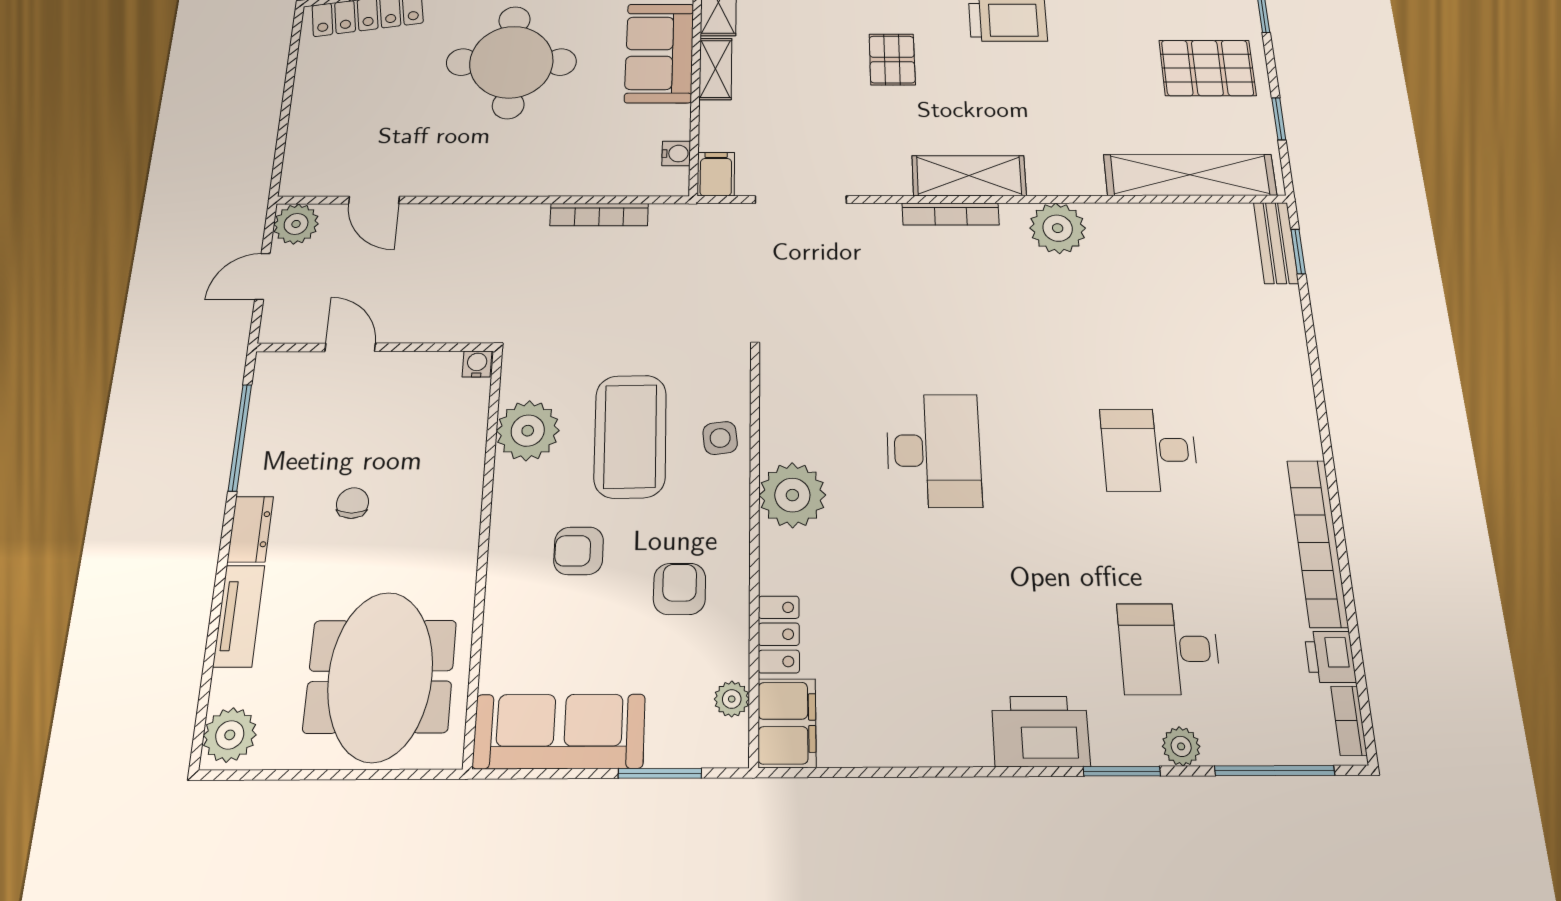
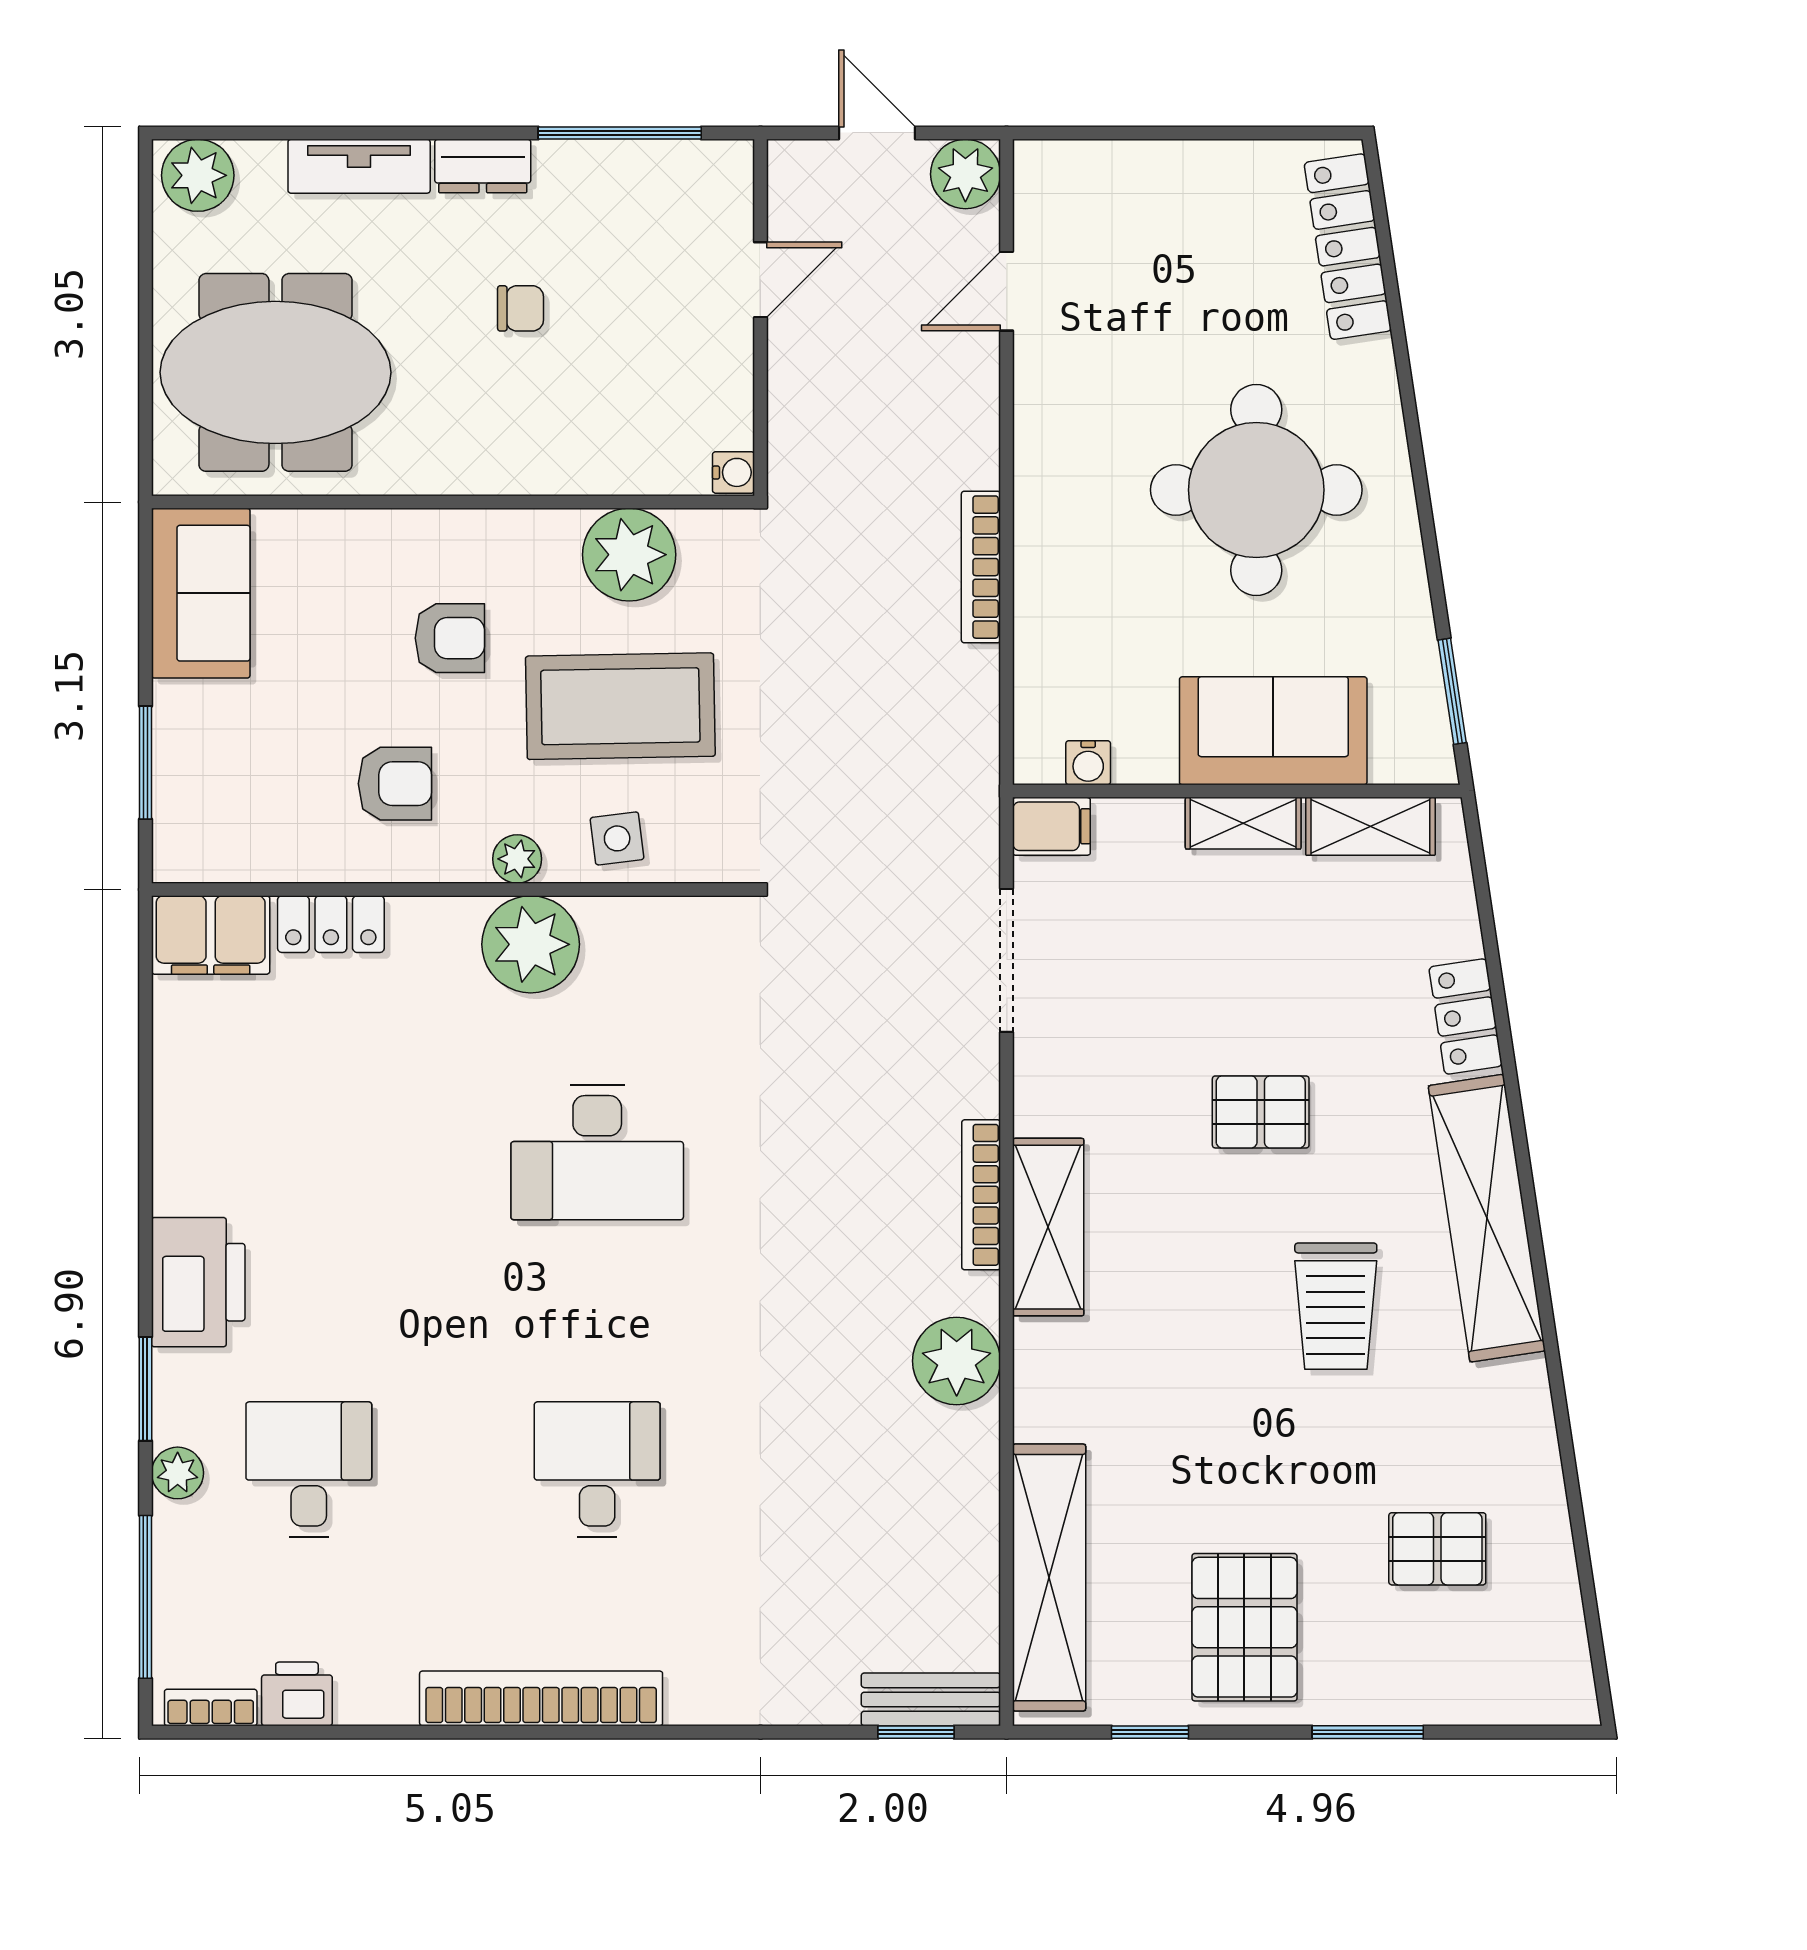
bookcase: (599, 215) -> (981, 567), moved
bookcase: (1317, 543) -> (541, 1698), moved
armchair: (579, 551) -> (450, 638), turned 90
plant: (732, 699) -> (517, 859), moved
sofa: (559, 731) -> (201, 593), width x0.73

